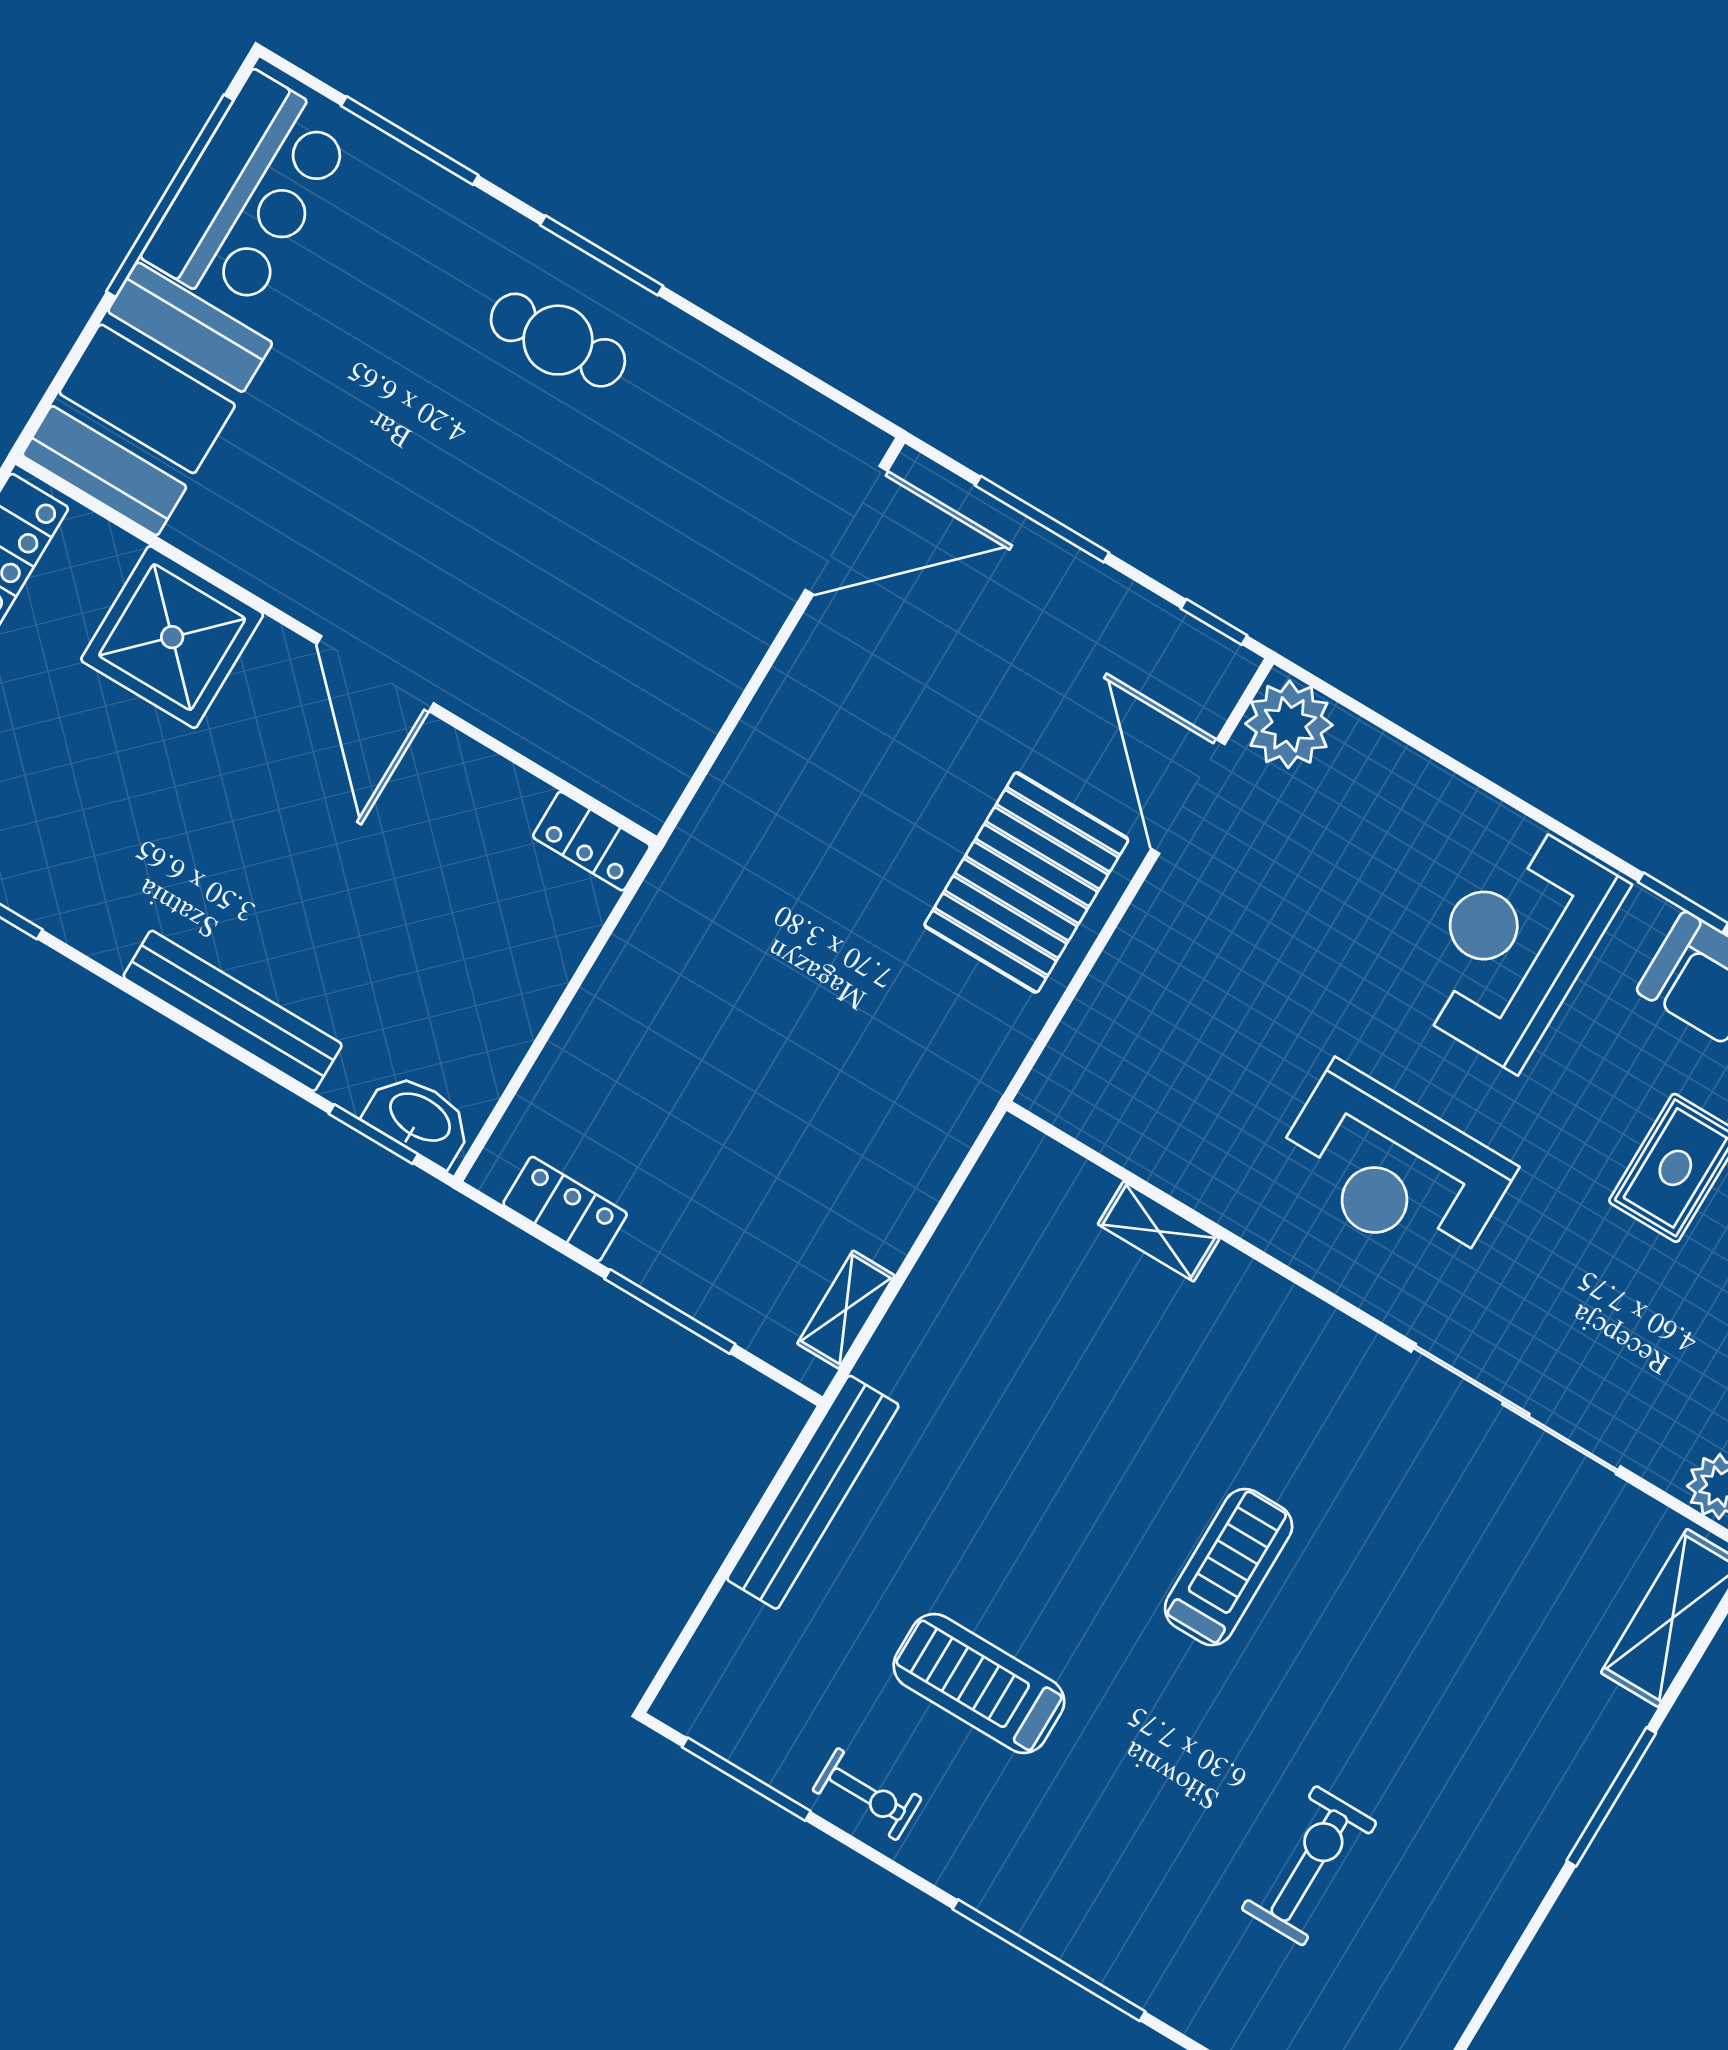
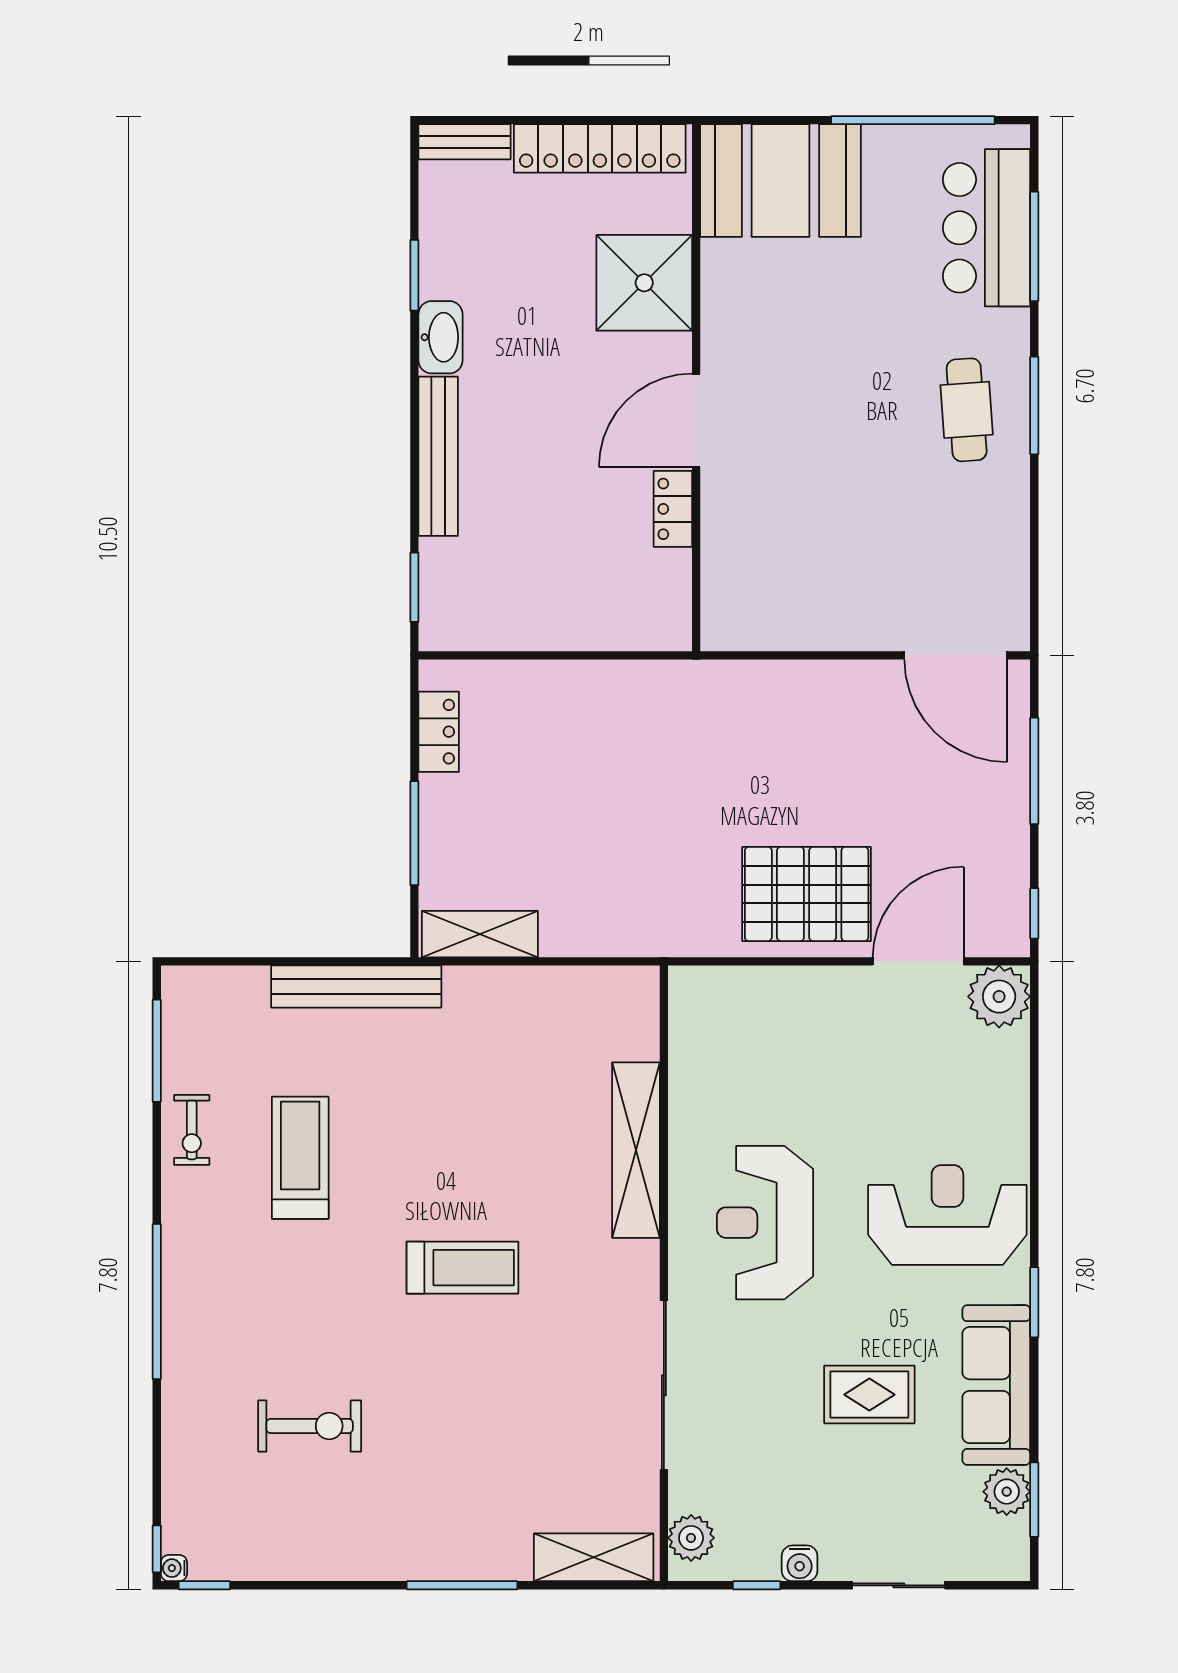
bar counter: (249, 194) -> (987, 228), moved, turned 90
locker: (591, 841) -> (673, 509), moved
washbasin: (419, 1119) -> (440, 337), moved
shelving: (1159, 1231) -> (636, 1150), width x2.20, depth x1.33
shelving: (846, 1310) -> (480, 934), width x1.50, depth x1.33

